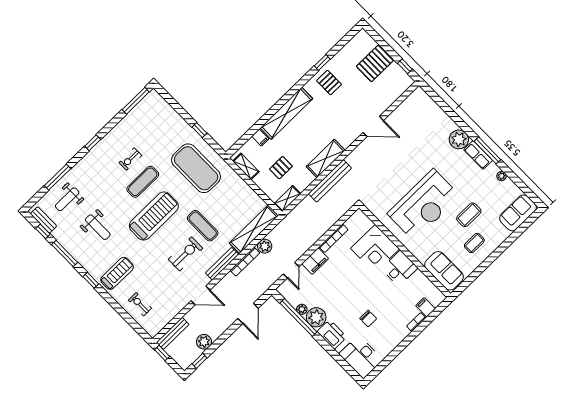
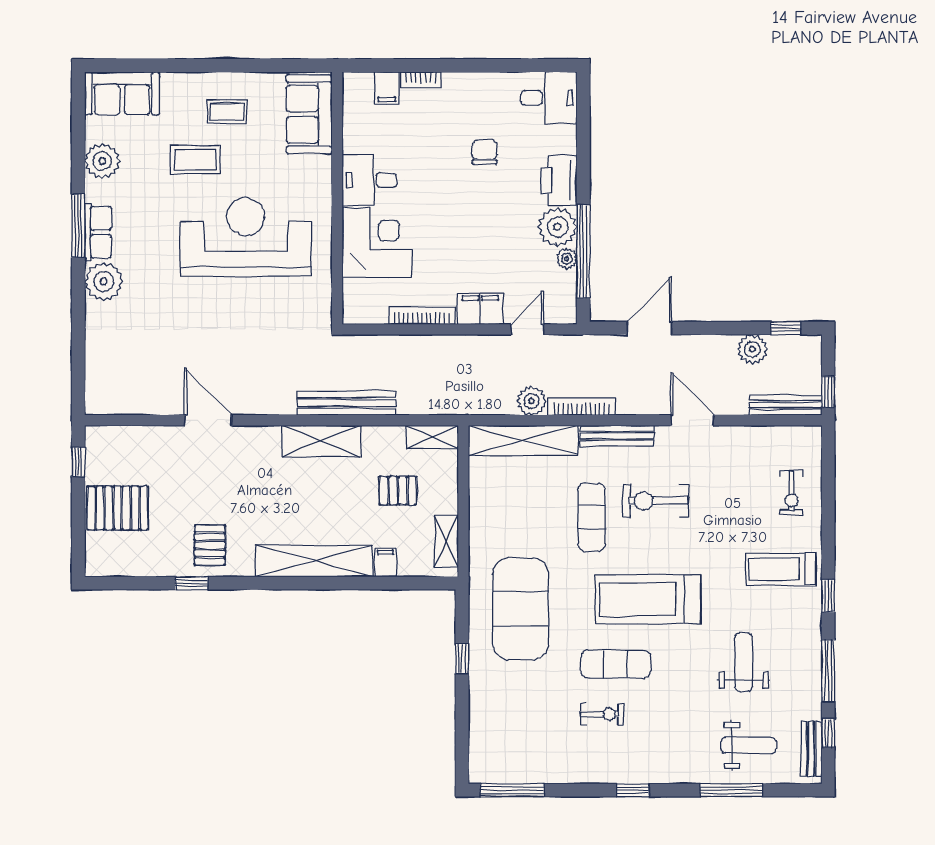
plant: (501, 176) -> (102, 161), width x1.88, depth x1.88
desk: (361, 357) -> (549, 98), width x0.73

